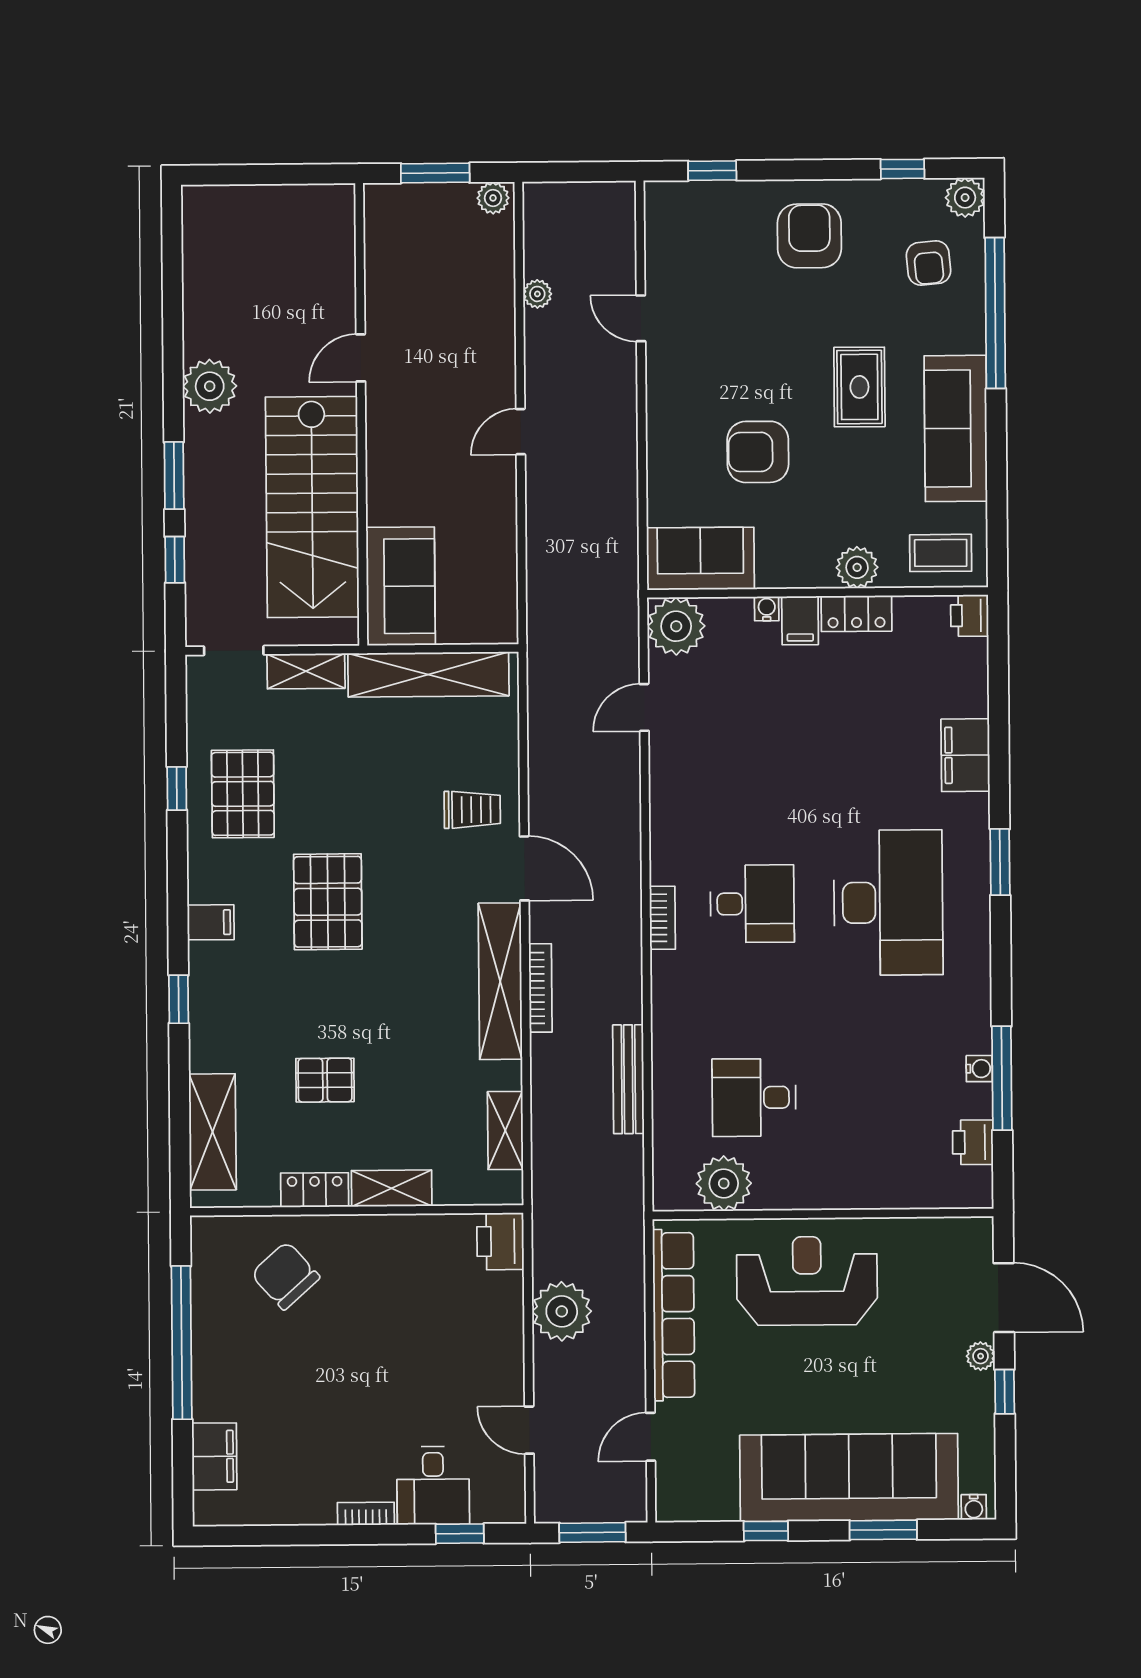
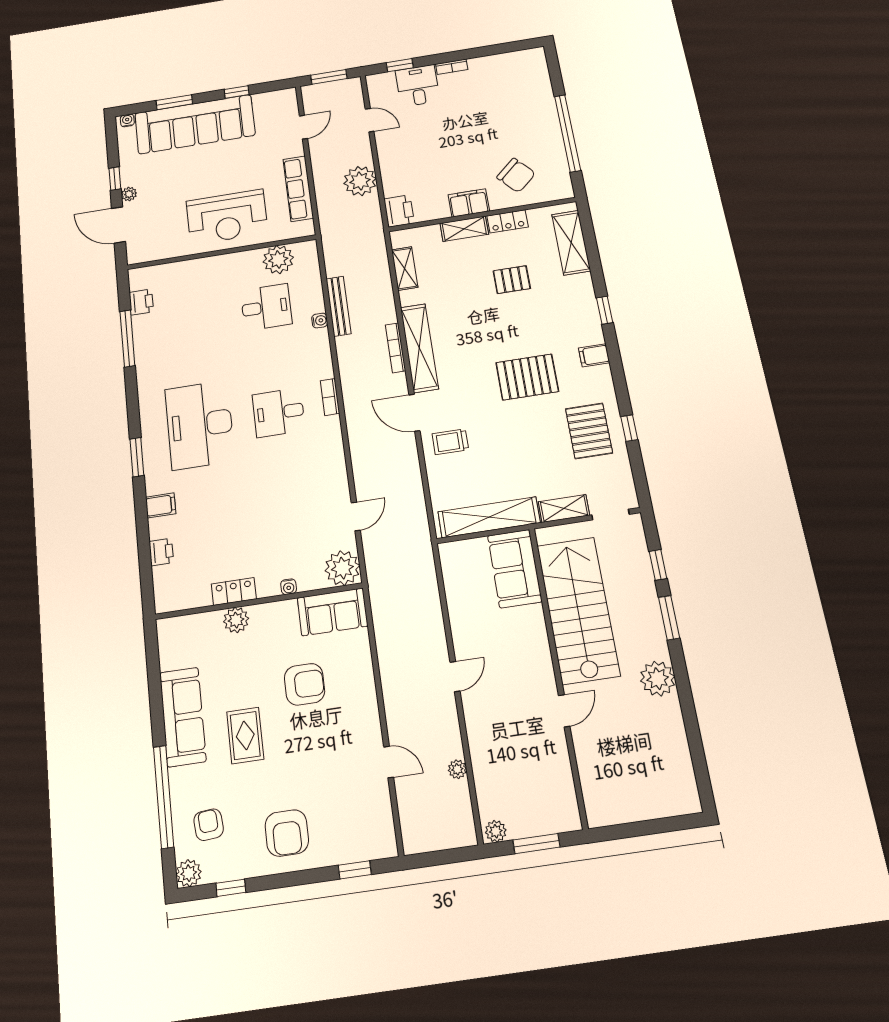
coffee table: (941, 553) -> (186, 636), removed
printer: (970, 615) -> (161, 552), moved
filing cabinet: (800, 621) -> (268, 582), removed
filing cabinet: (965, 755) -> (161, 505), width x0.50
pallet: (328, 902) -> (527, 377), turned 90
water cooler: (979, 1069) -> (320, 321), moved, turned 180
row of seats: (674, 1315) -> (298, 189), width x0.73
filing cabinet: (214, 1456) -> (469, 203), moved, turned 90

